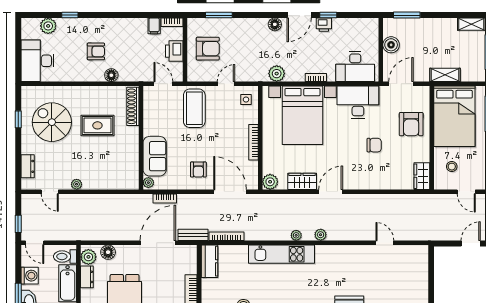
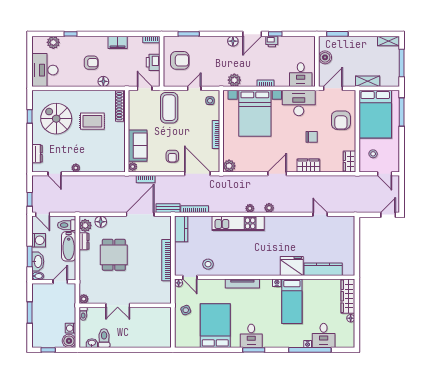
filing cabinet: (154, 26) -> (118, 42), moved, width x2.00
desk: (355, 67) -> (301, 75), width x0.73
wardrobe: (302, 181) -> (308, 166), moved

